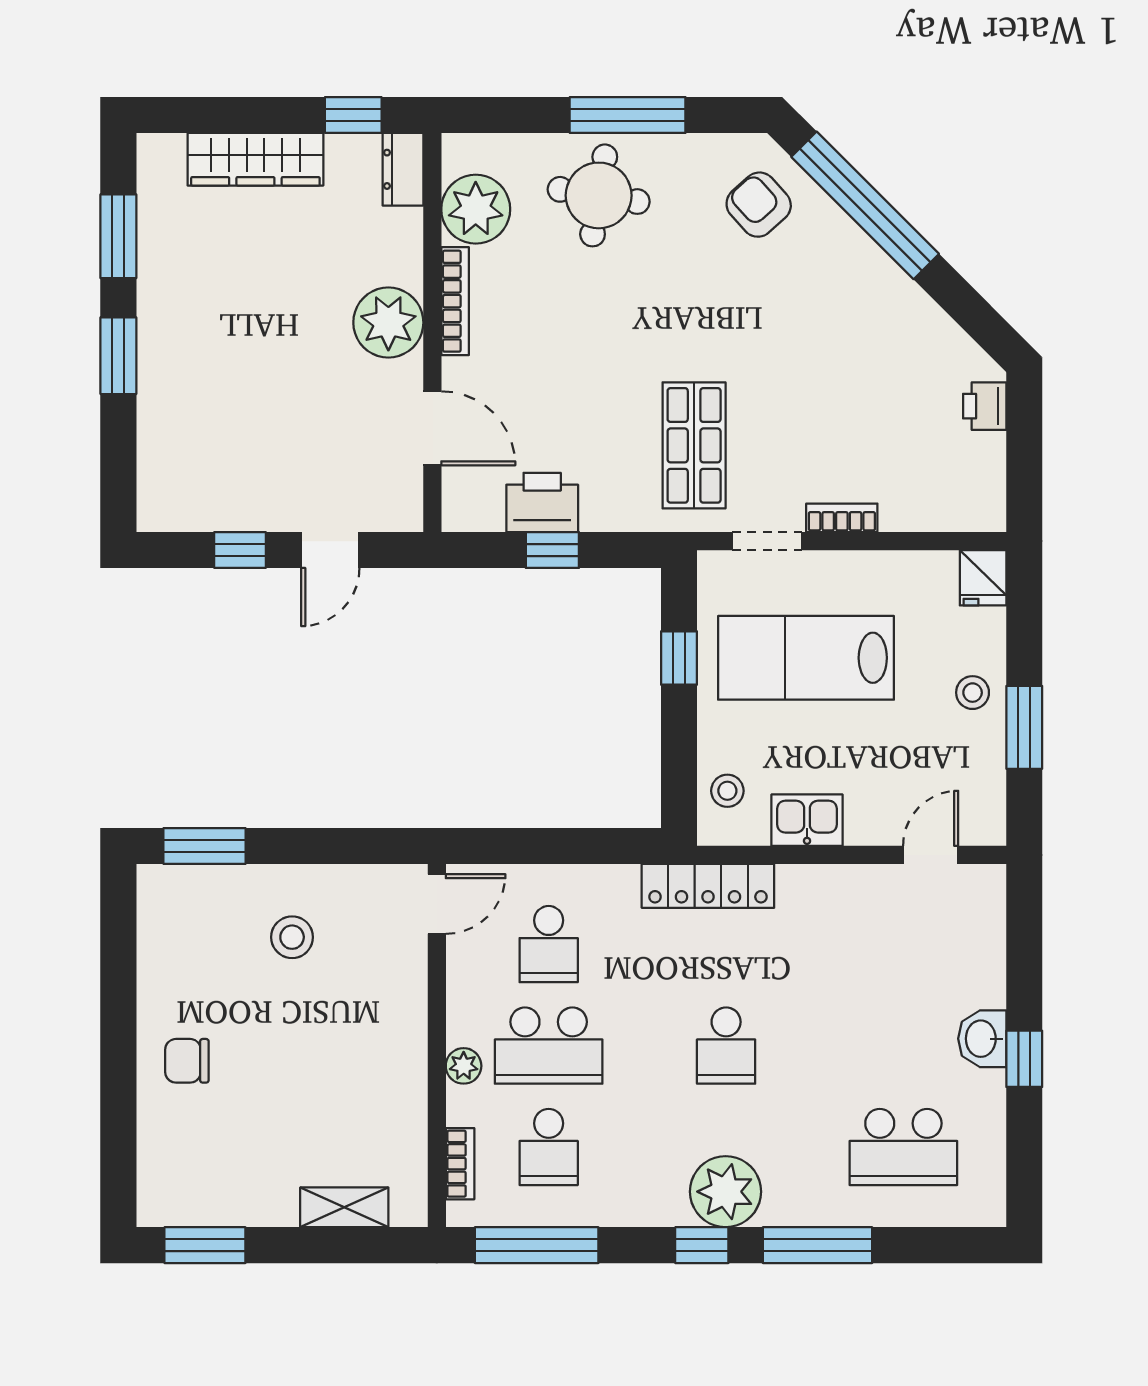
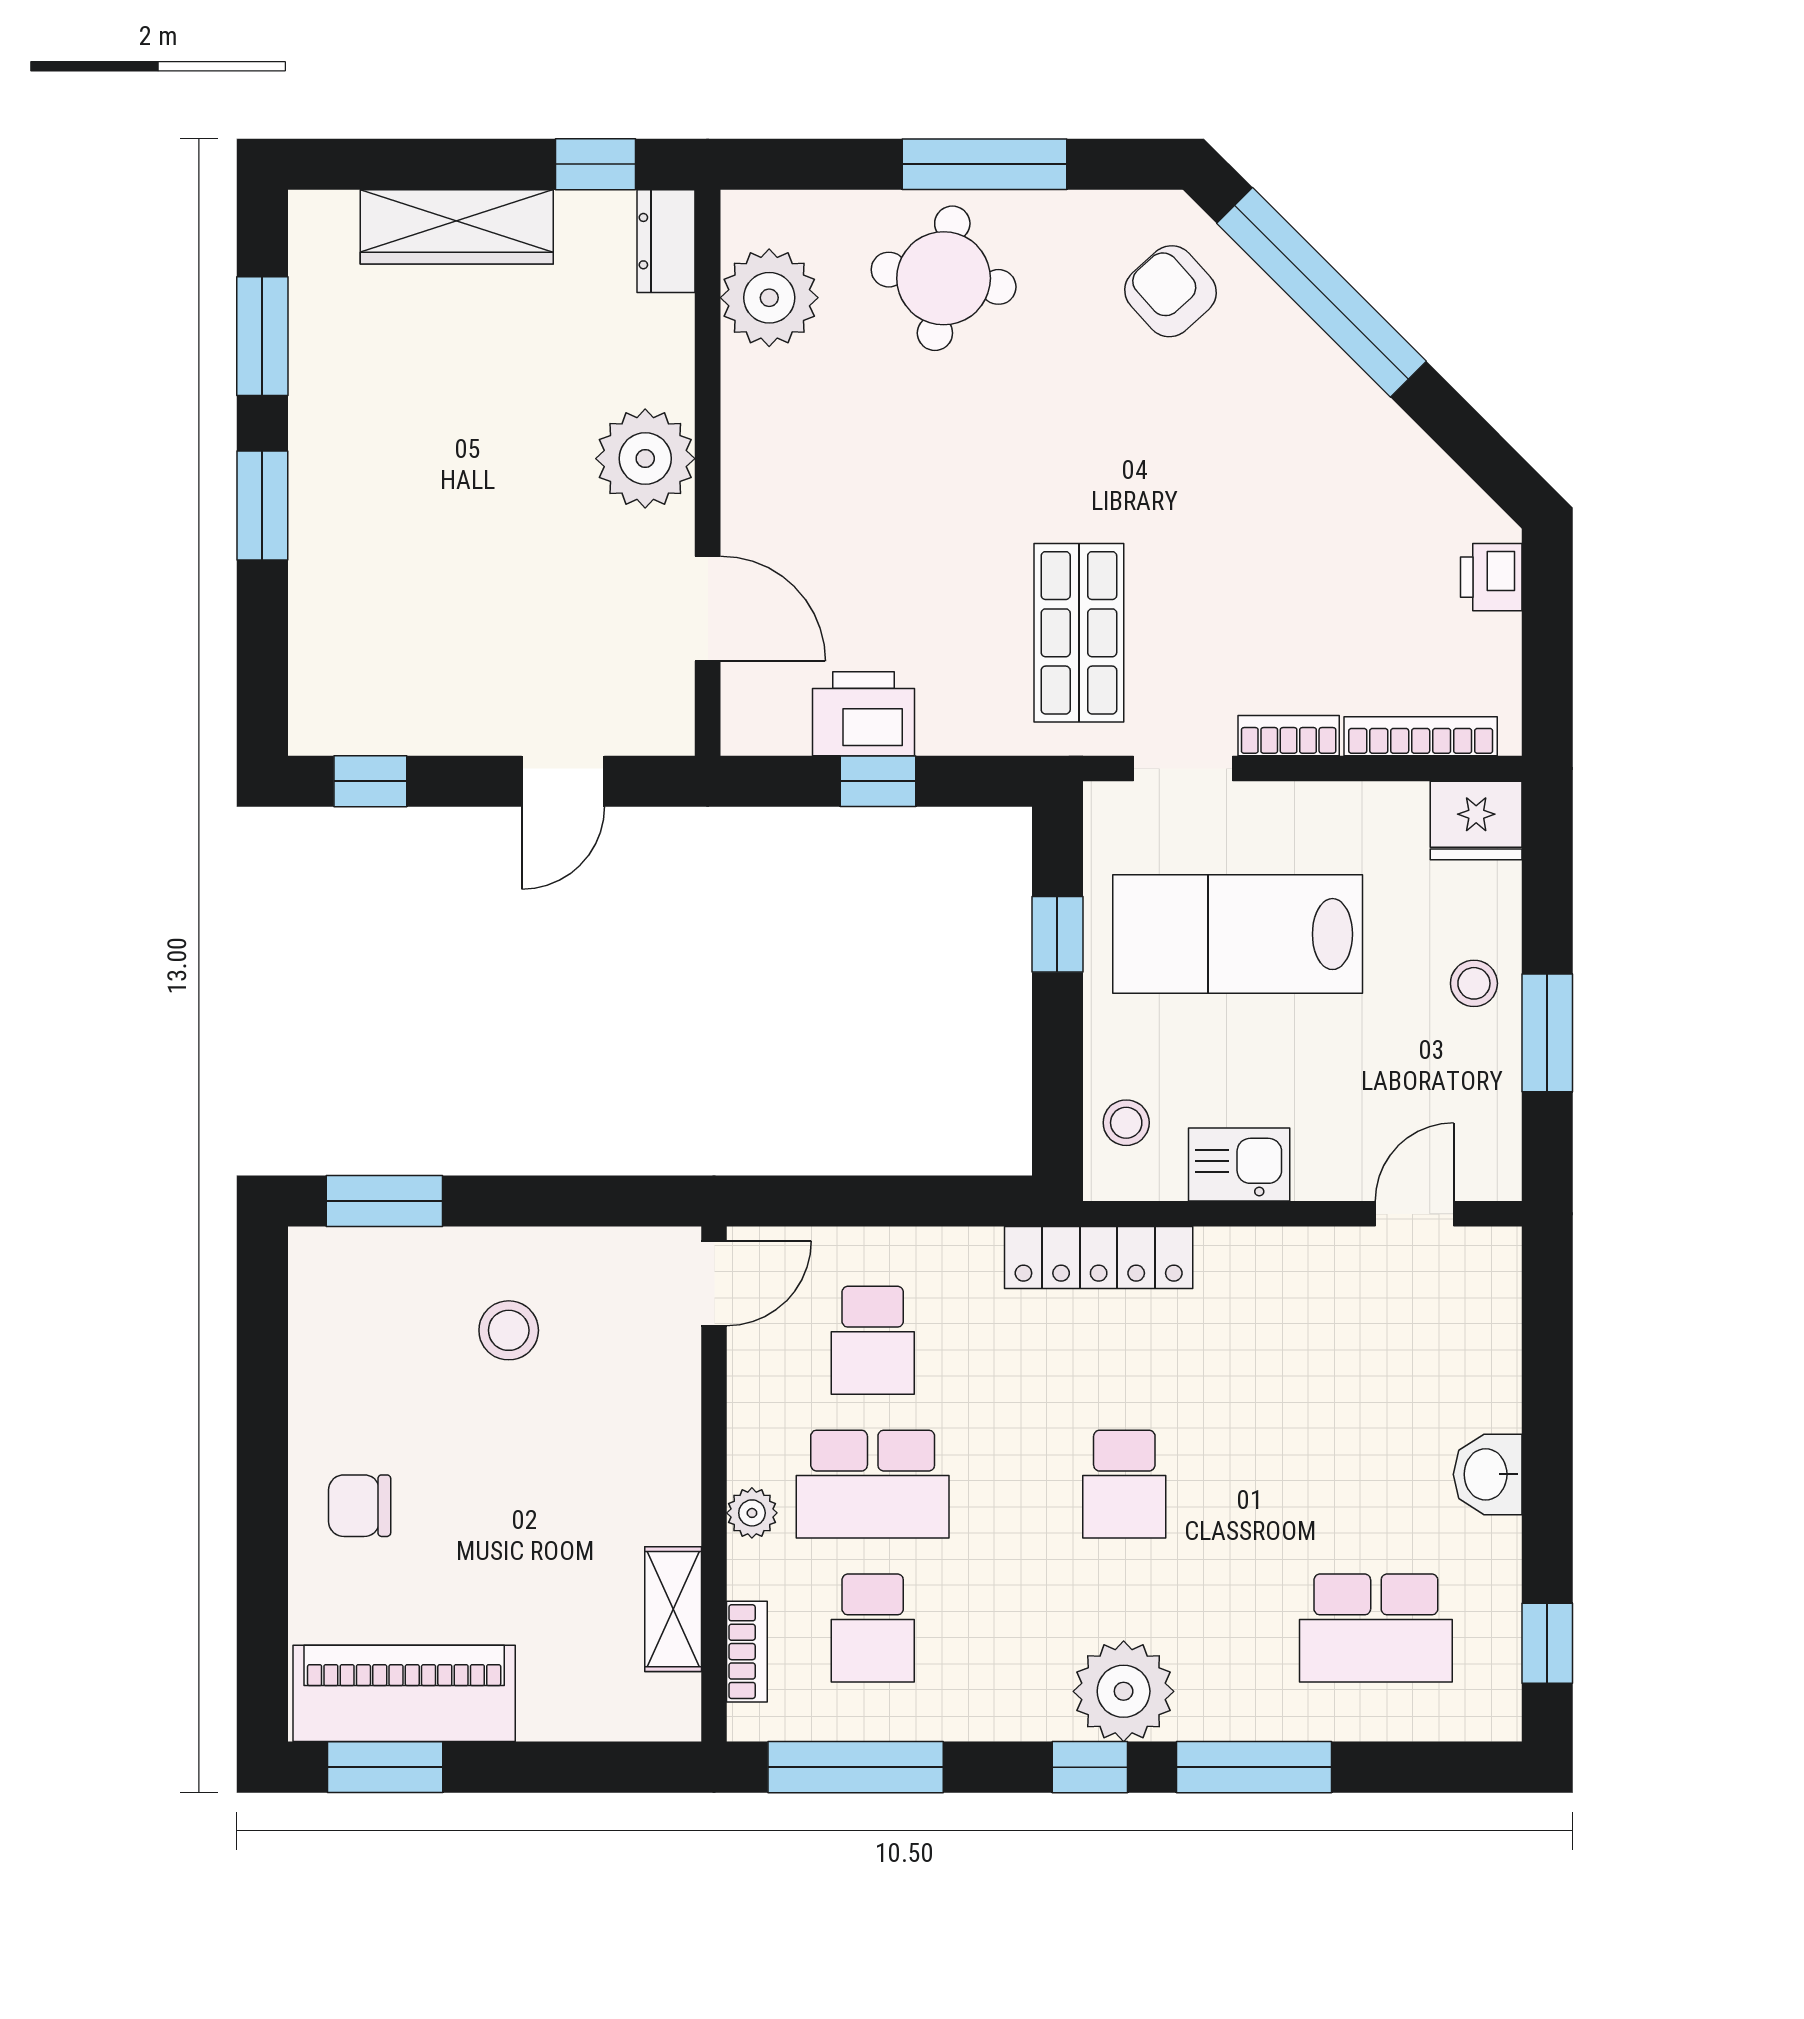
bookcase: (455, 301) -> (1421, 736), moved, turned -90
window: (240, 550) -> (370, 781), moved
fridge: (983, 578) -> (1476, 821), width x1.38
window: (1024, 1059) -> (1547, 1643), moved
piano: (218, 1193) -> (404, 1693), added
shelving: (344, 1207) -> (673, 1609), moved, turned 90

